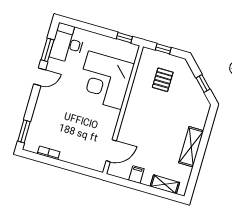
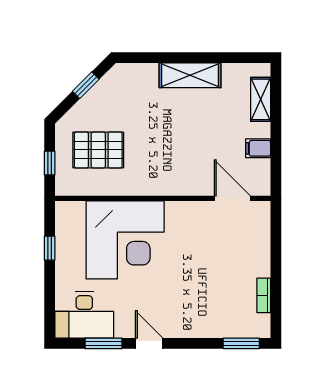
window: (124, 38) -> (50, 248), moved
pallet: (163, 80) -> (98, 150), width x1.50, depth x1.42

